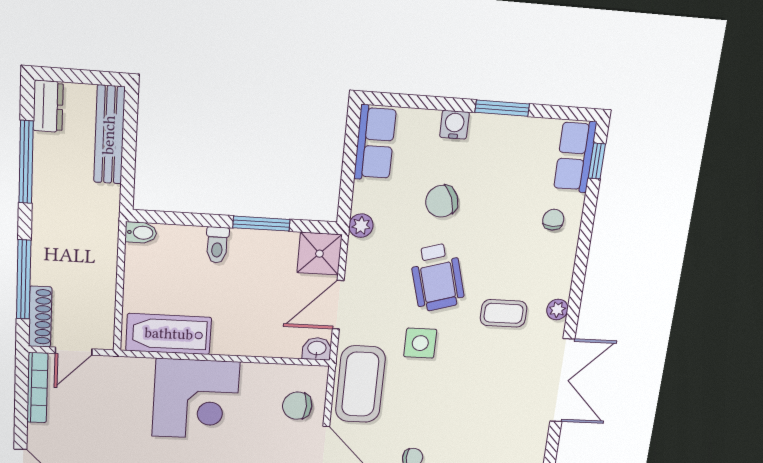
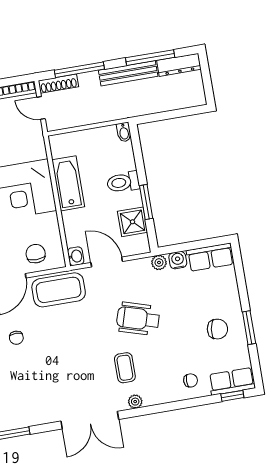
dresser: (48, 106) -> (179, 65), width x1.44
water cooler: (454, 125) -> (178, 260), moved, turned -90
bench: (109, 135) -> (128, 73), moved
chair: (442, 201) -> (217, 329), moved, turned 121
toilet: (217, 245) -> (123, 182), width x1.37, depth x1.39
shower: (319, 254) -> (133, 222), moved
wheelchair: (437, 277) -> (138, 319), turned 33
bathtub: (169, 334) -> (68, 183), moved
side table: (420, 343) -> (94, 320), removed

